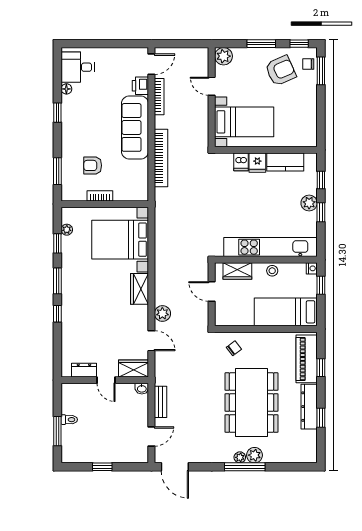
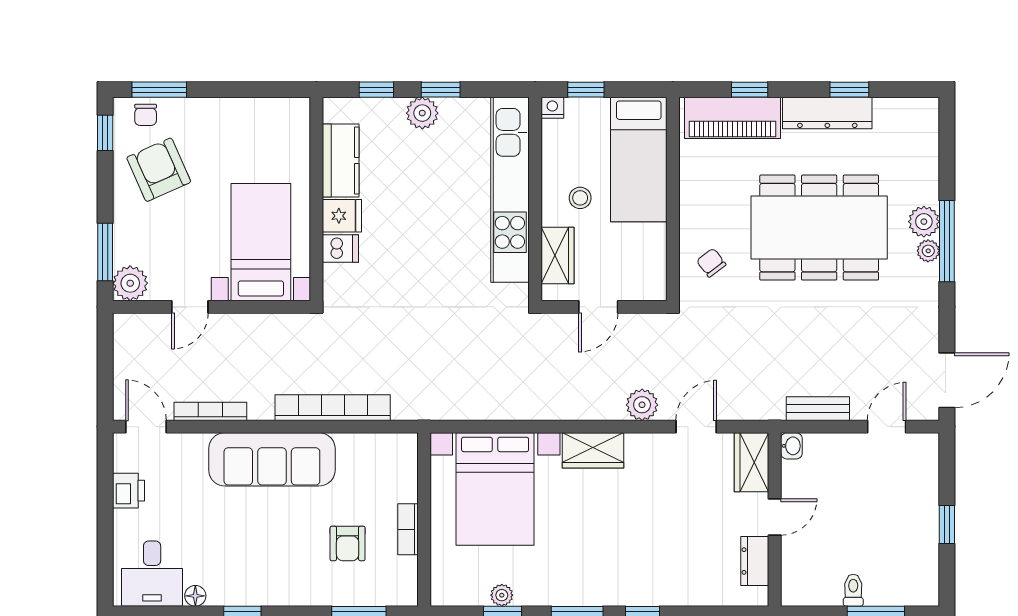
window: (261, 44) -> (105, 252), moved
printer: (140, 86) -> (129, 491), moved, turned -90
plant: (67, 230) -> (502, 595), moved
stool: (272, 271) -> (580, 198), moved
door: (151, 436) -> (887, 427), hinge flipped

